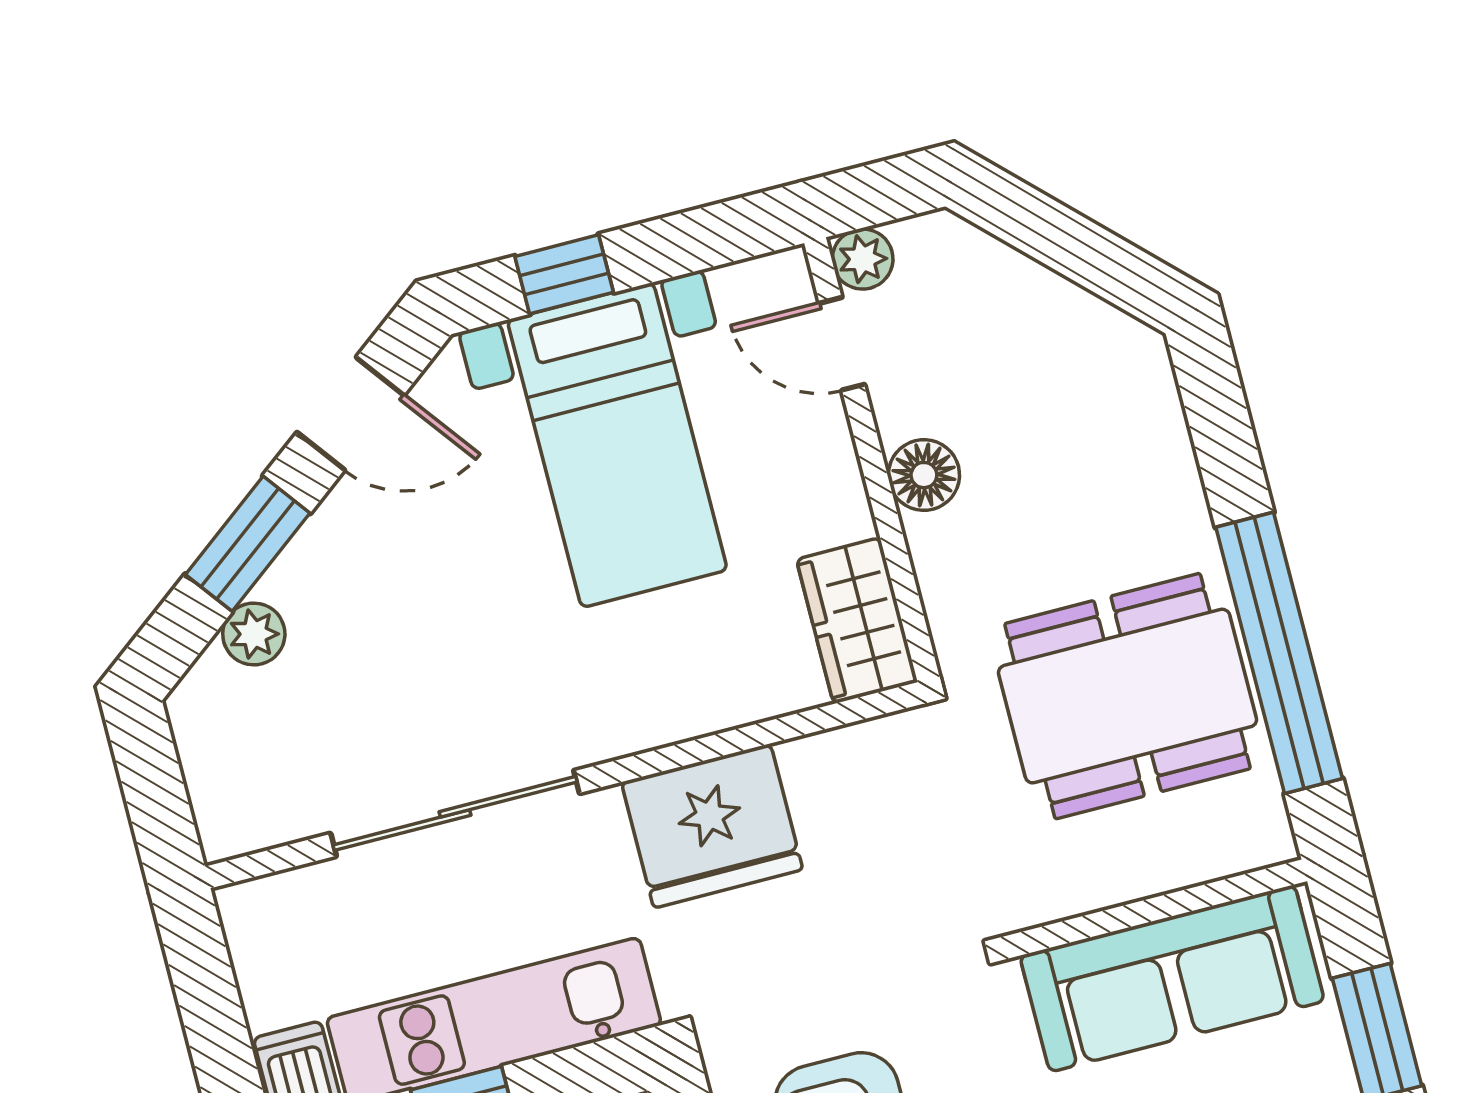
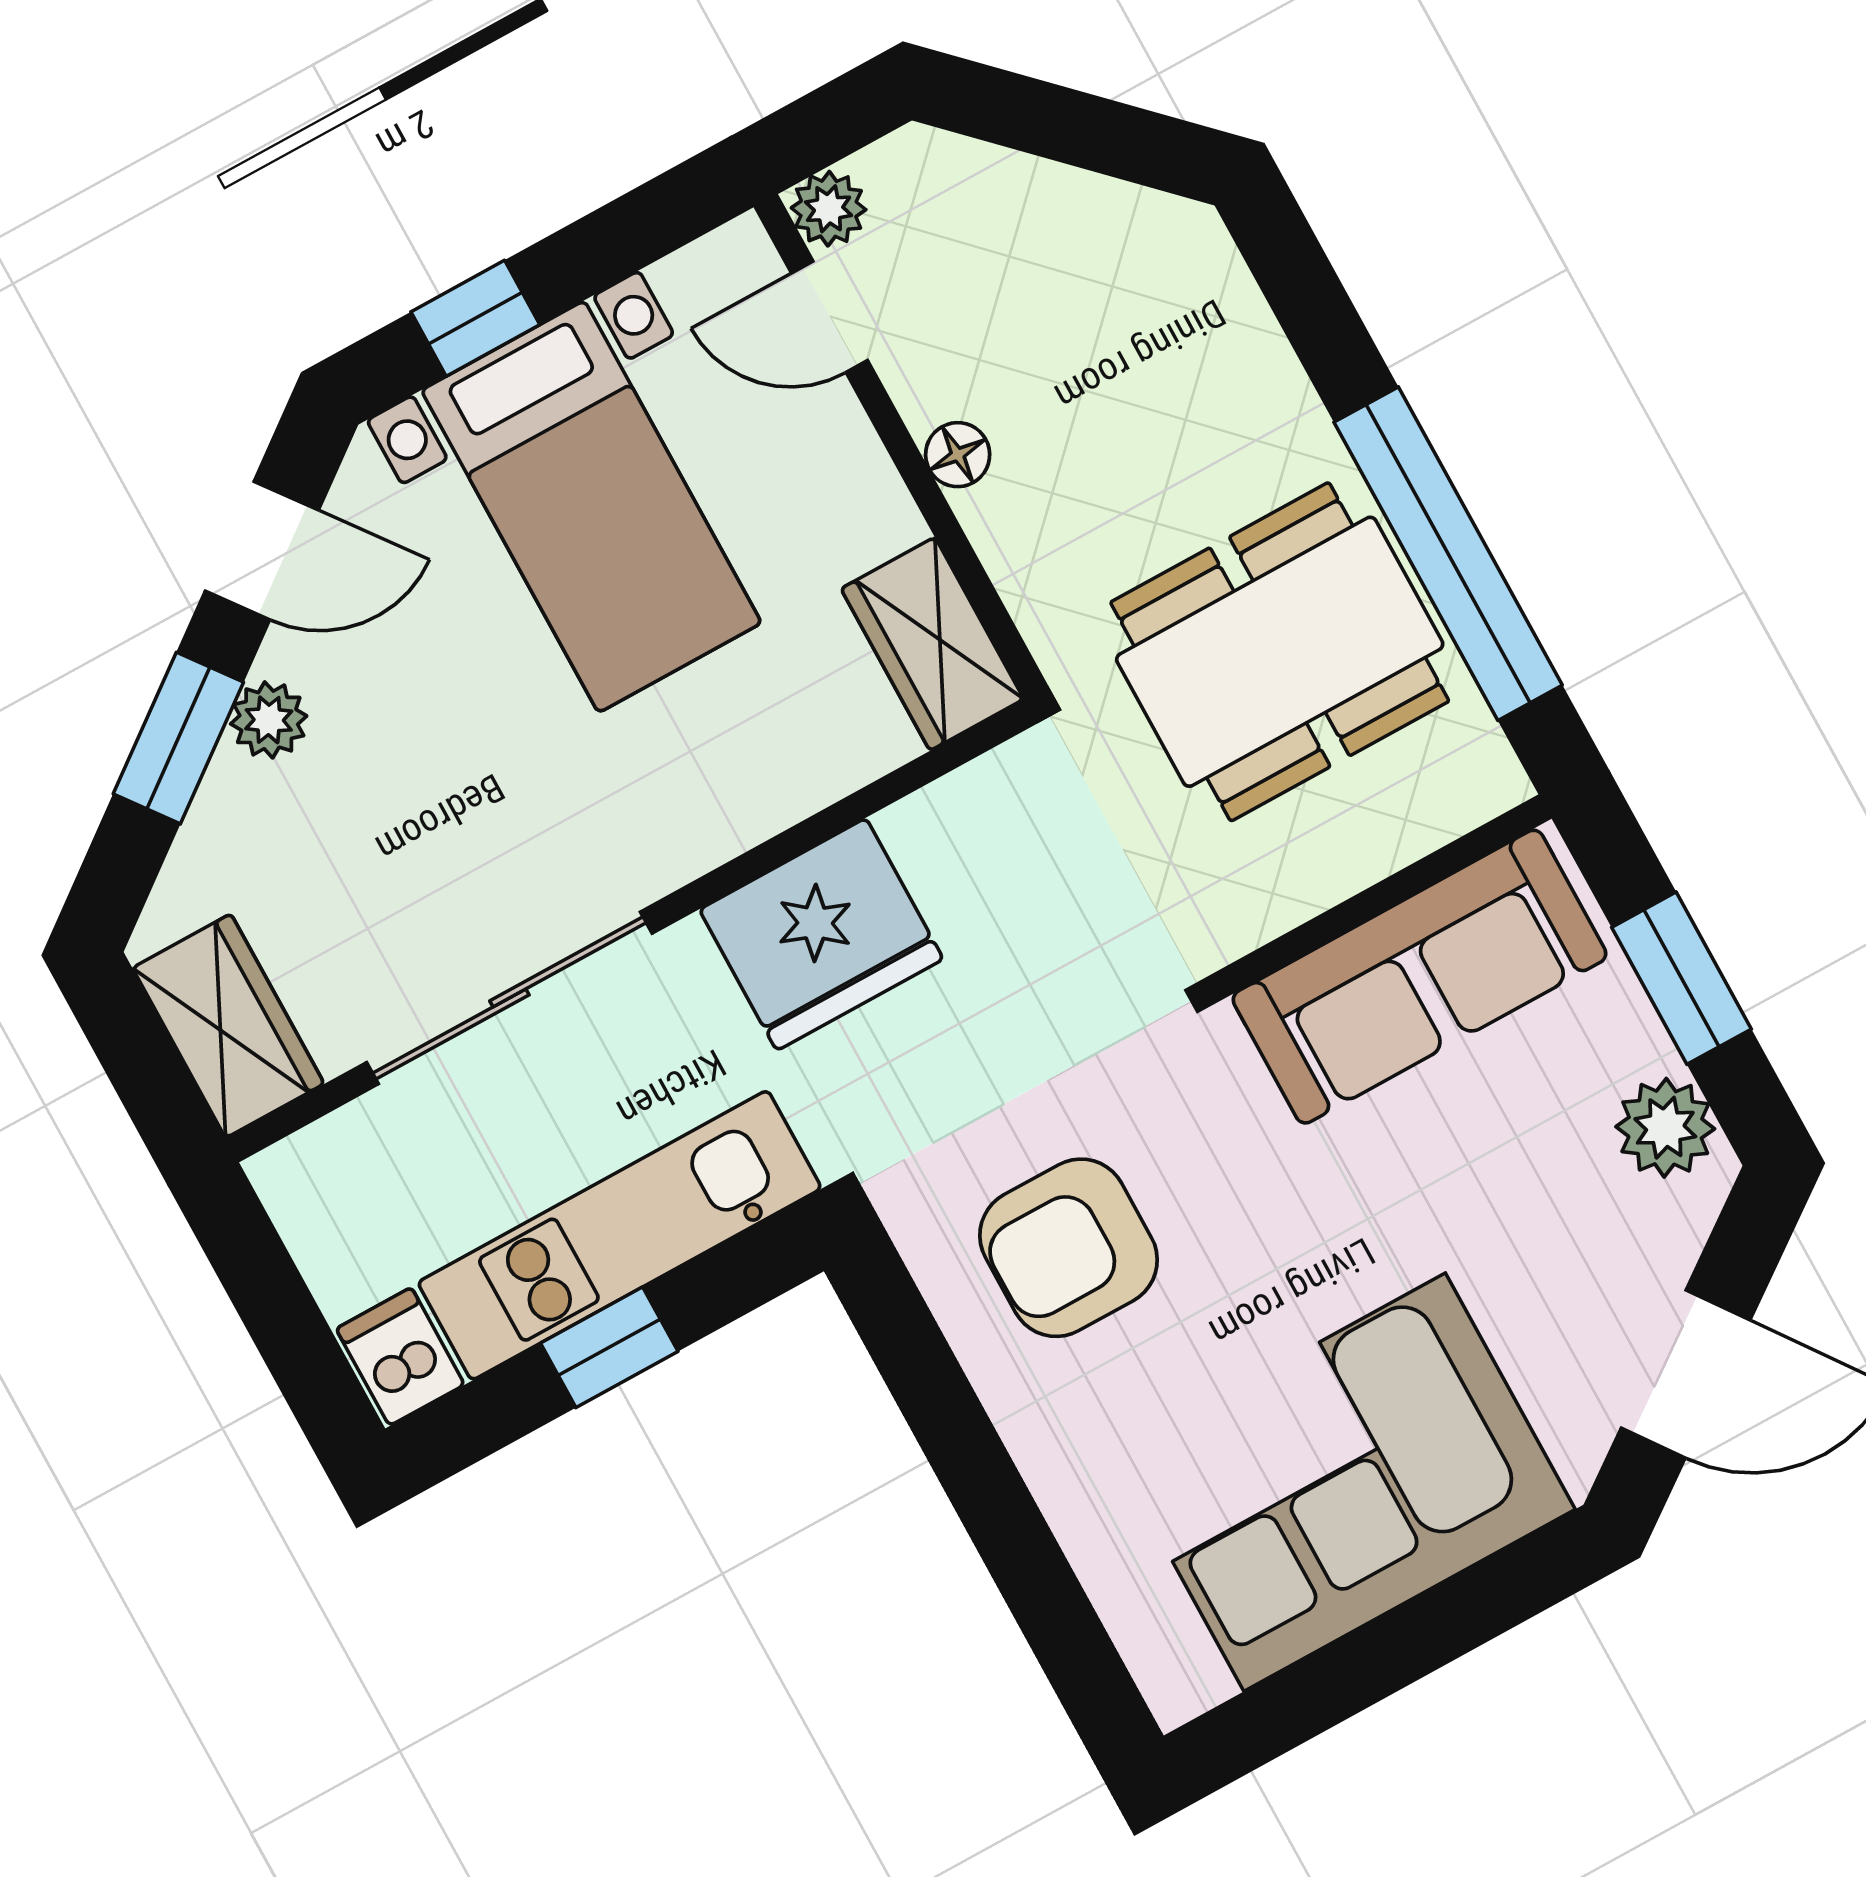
floor lamp: (924, 475) -> (958, 455), width x0.73, depth x0.73
plant: (254, 634) -> (269, 720), moved
wardrobe: (229, 779) -> (228, 1026), added

